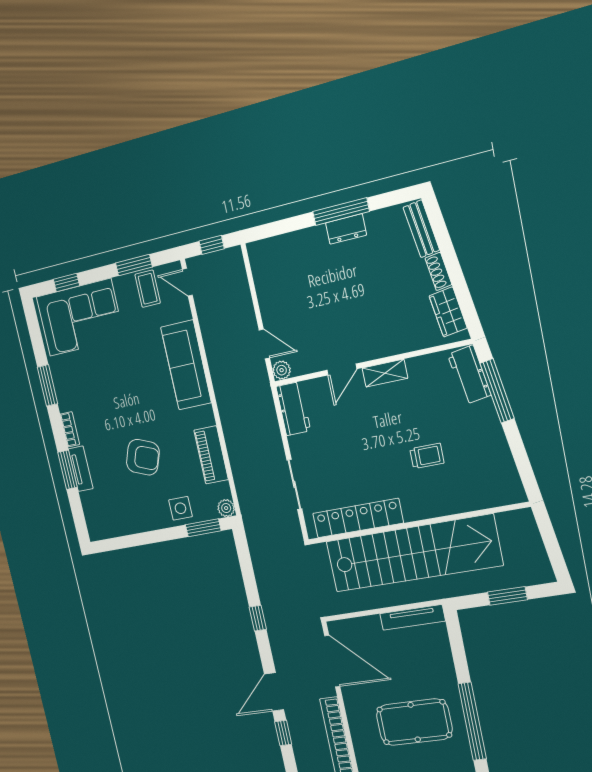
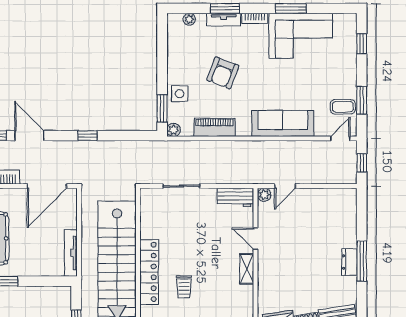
corner sofa: (80, 318) -> (301, 36), moved, turned -90
plant: (90, 512) -> (189, 19), added
locker: (358, 518) -> (149, 272), moved

